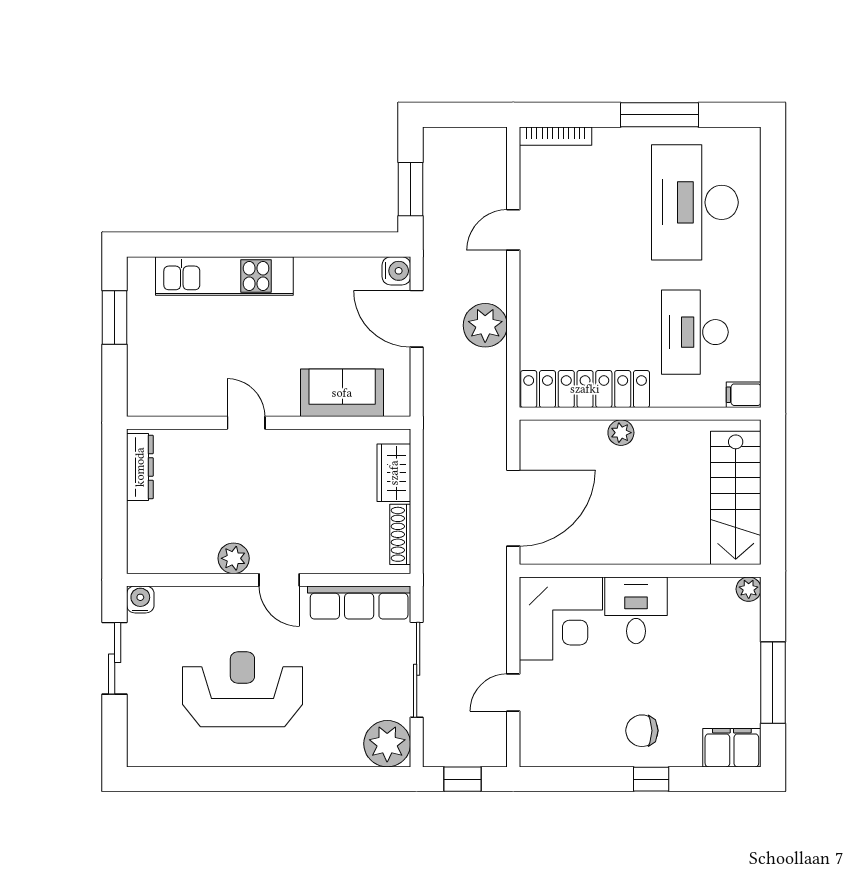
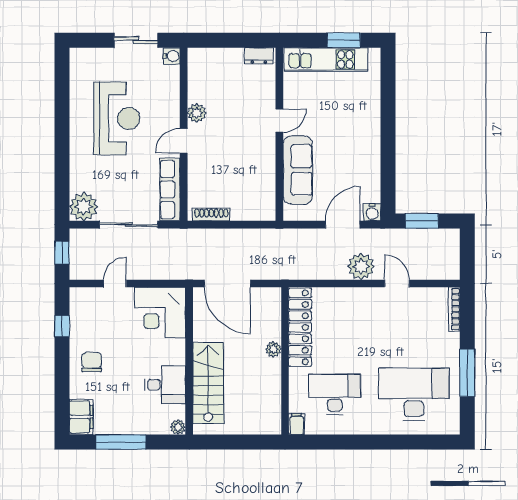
kitchen unit: (224, 276) -> (326, 60), moved, turned -90
plant: (485, 325) -> (361, 266), moved
sofa: (342, 393) -> (298, 170), width x1.36
dresser: (140, 467) -> (259, 56), width x0.70
wardrobe: (394, 473) -> (249, 211), removed
stairs: (736, 498) -> (208, 383), moved, turned 90
desk: (636, 610) -> (165, 385), moved
door: (513, 692) -> (115, 284), hinge flipped
window: (651, 779) -> (62, 326), moved

